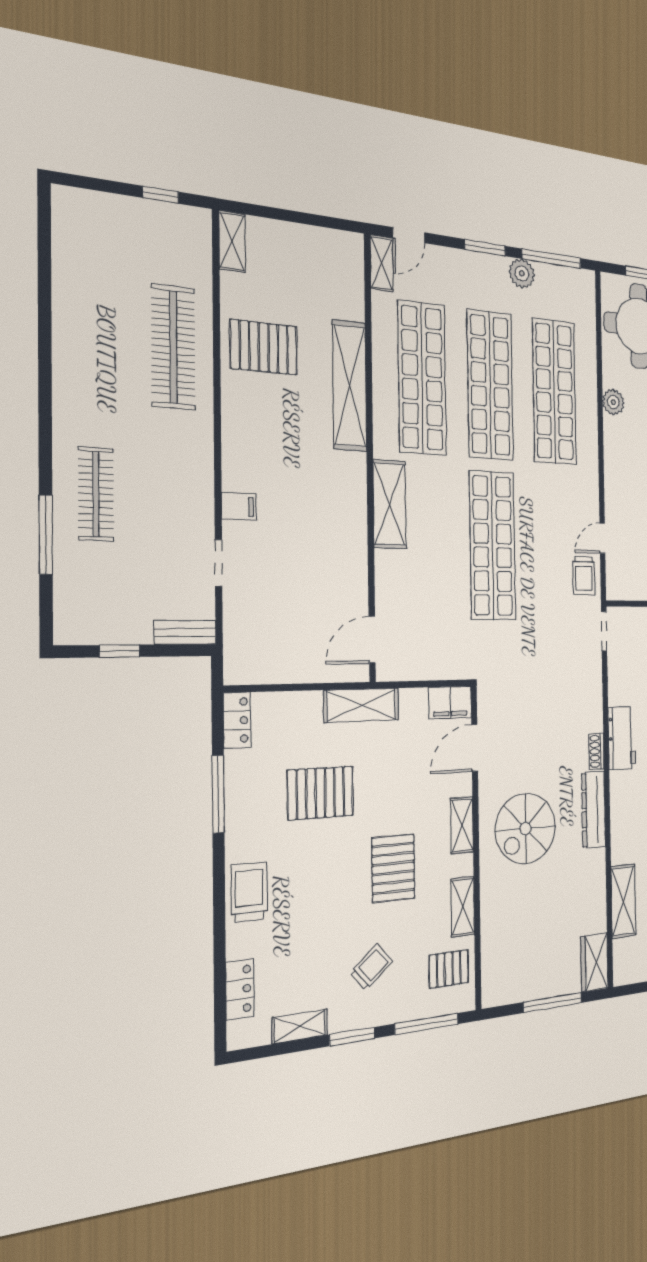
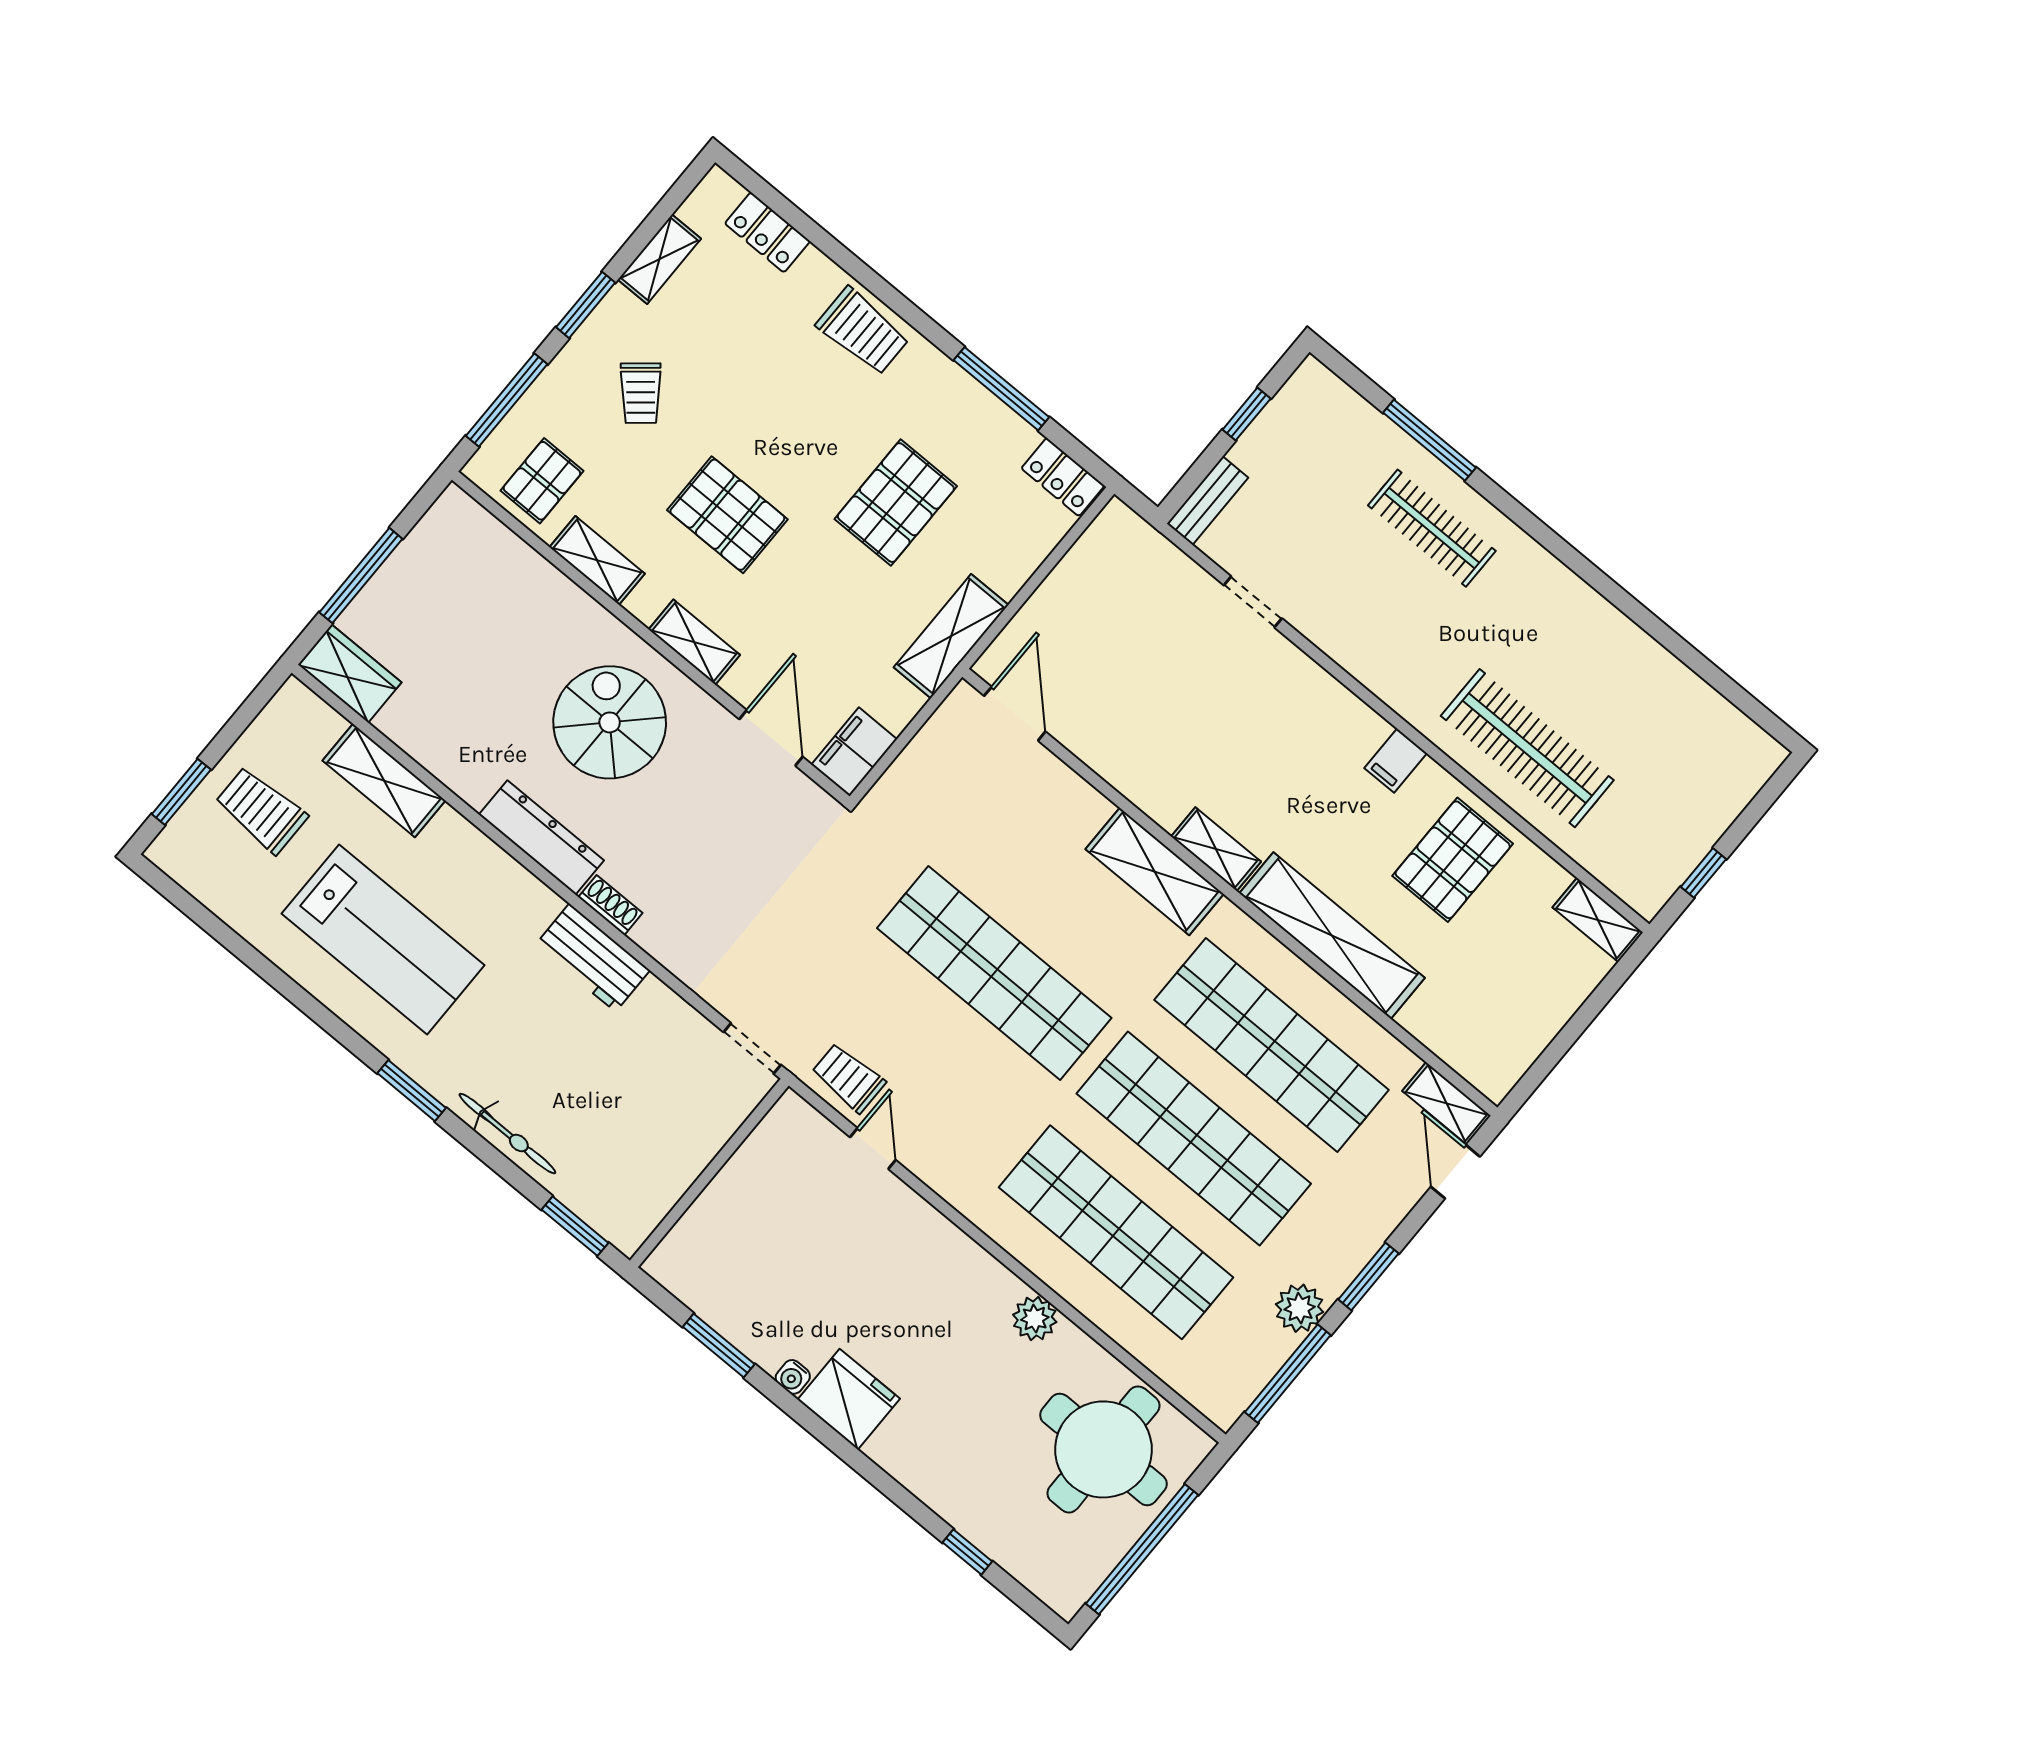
shelving: (355, 481) -> (1216, 849), added
filing cabinet: (239, 506) -> (1396, 761), moved

